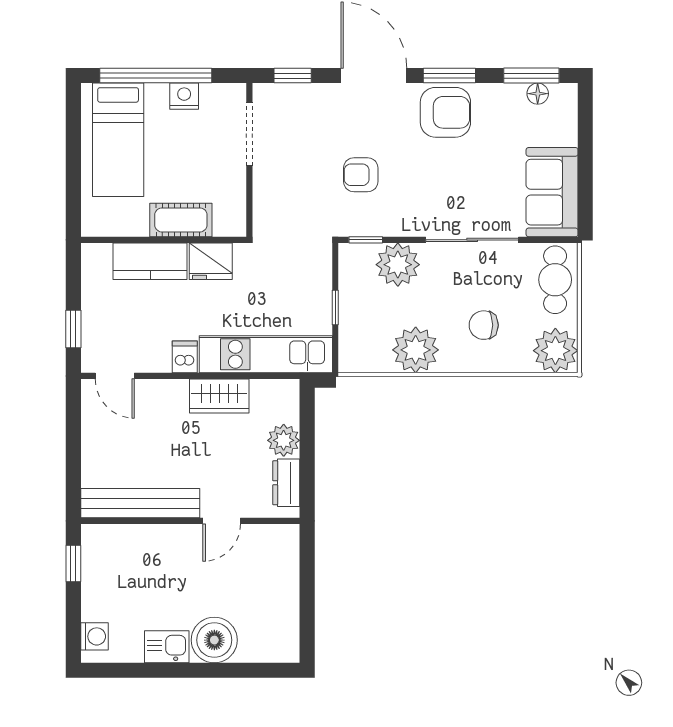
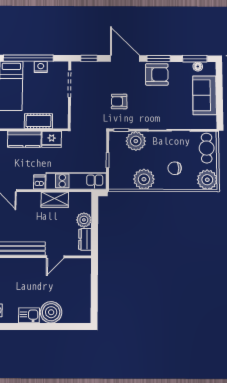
sofa: (552, 192) -> (205, 95), moved

